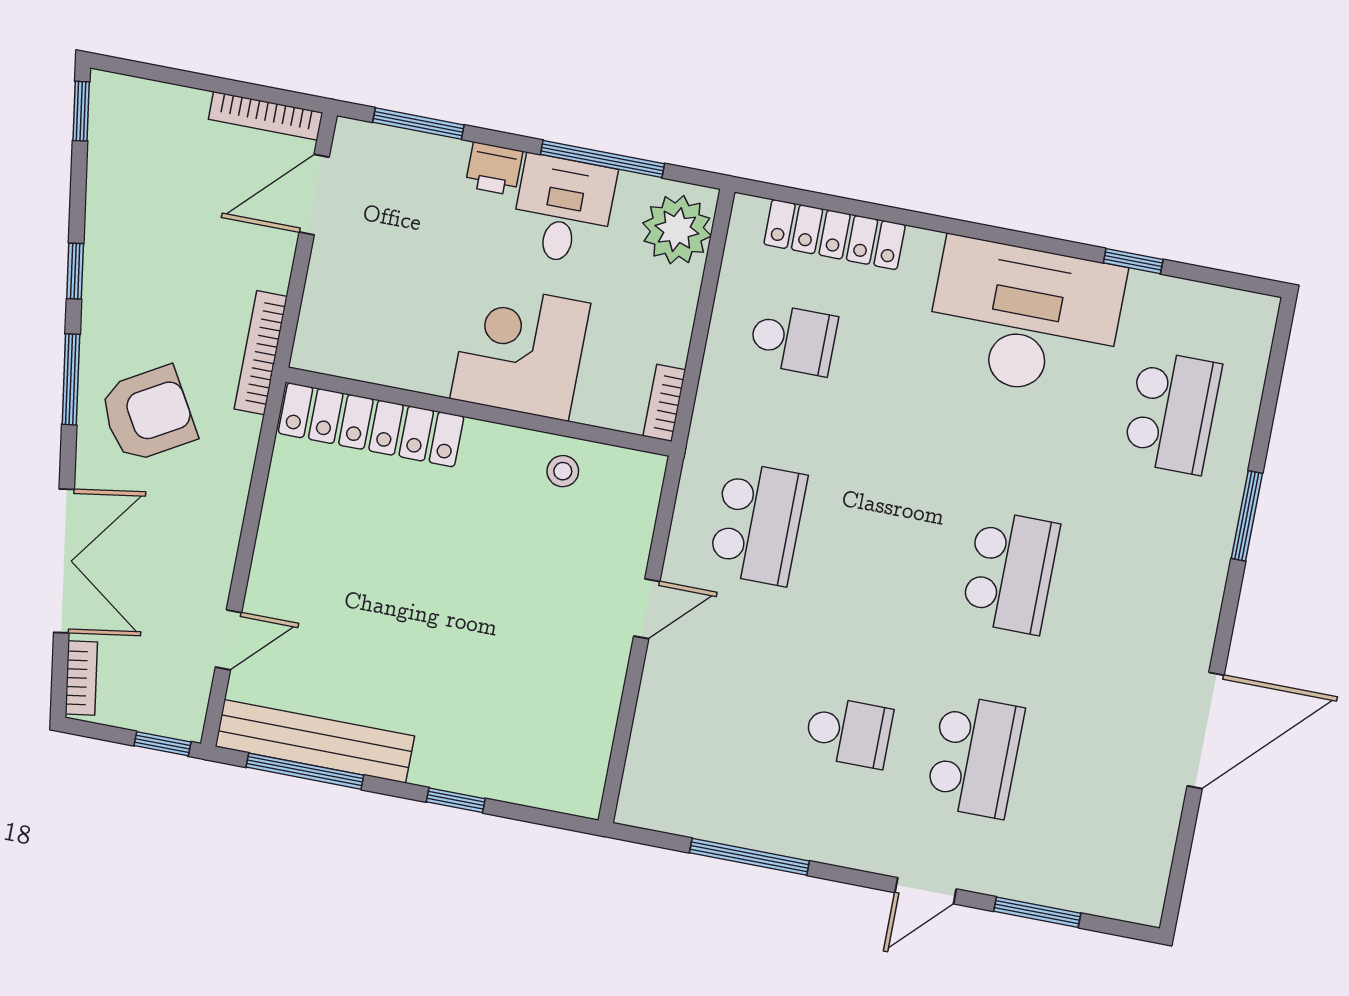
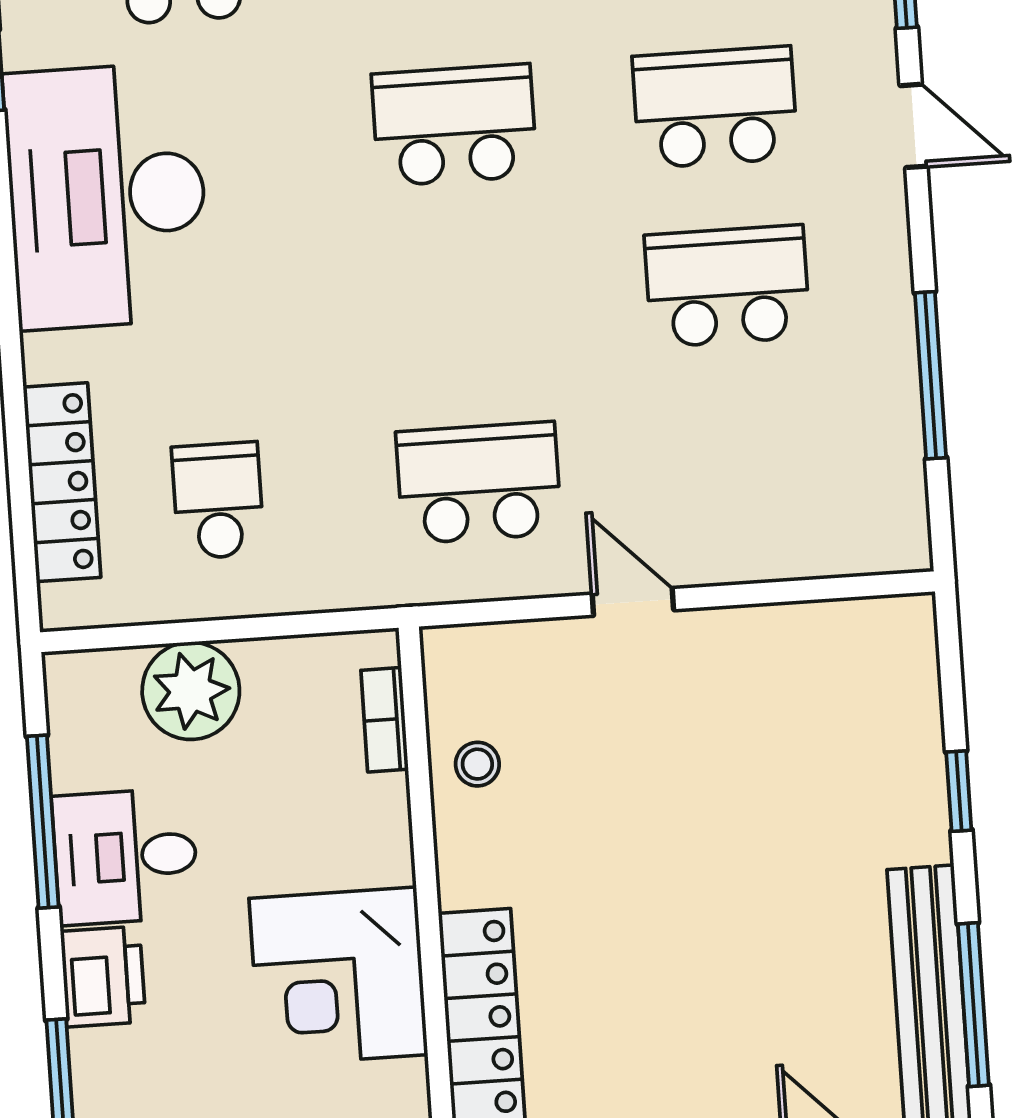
printer: (494, 169) -> (103, 977), width x1.36, depth x1.24
plant: (677, 230) -> (191, 691), moved
corner desk: (520, 351) -> (338, 976), moved
bookcase: (664, 403) -> (385, 720), moved, turned 90
school desk: (849, 732) -> (727, 286), width x1.85

